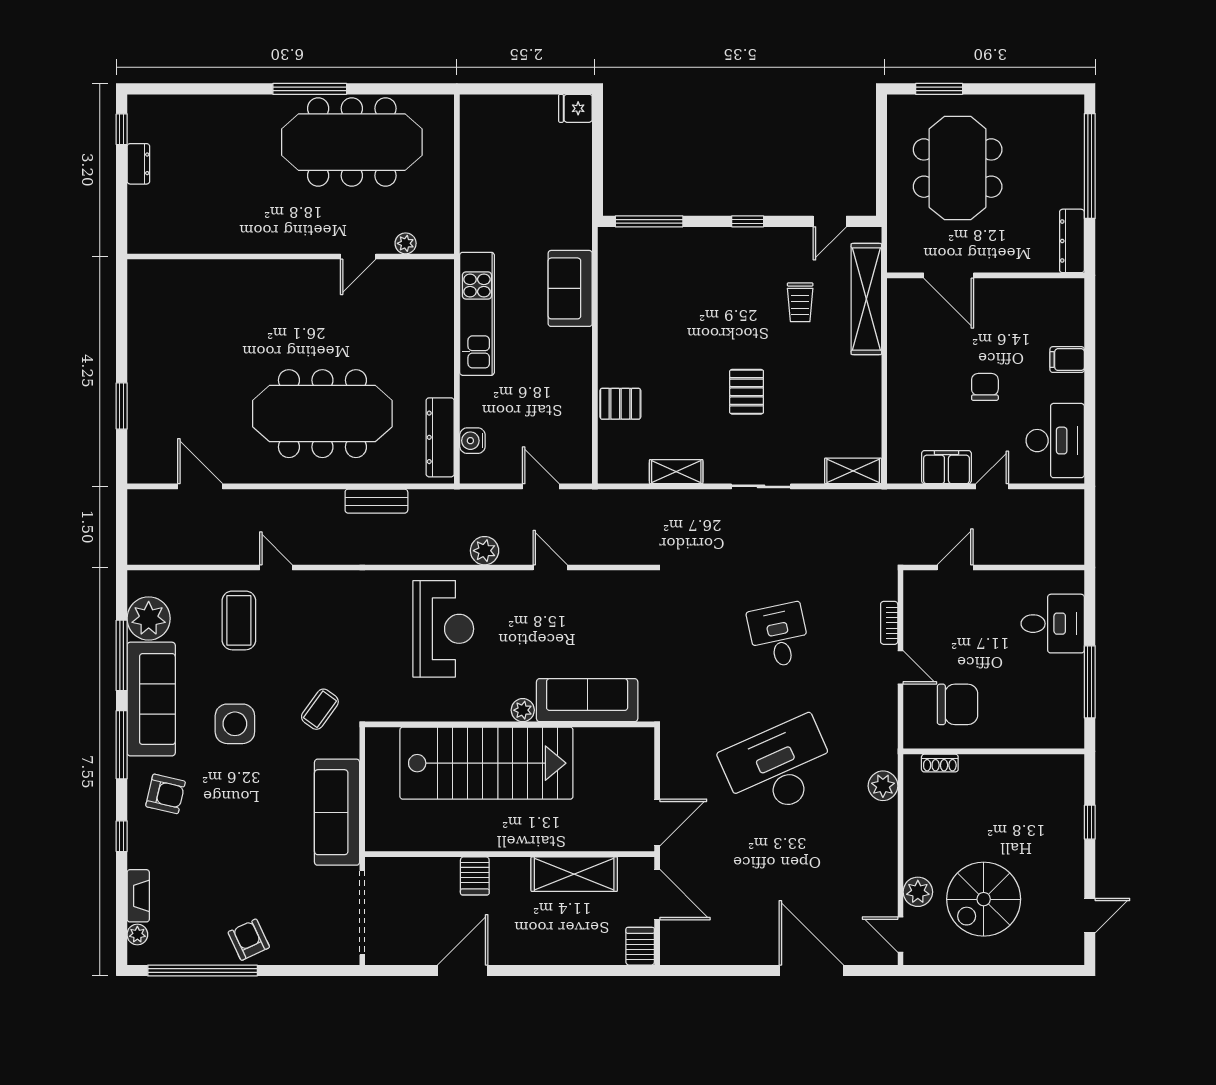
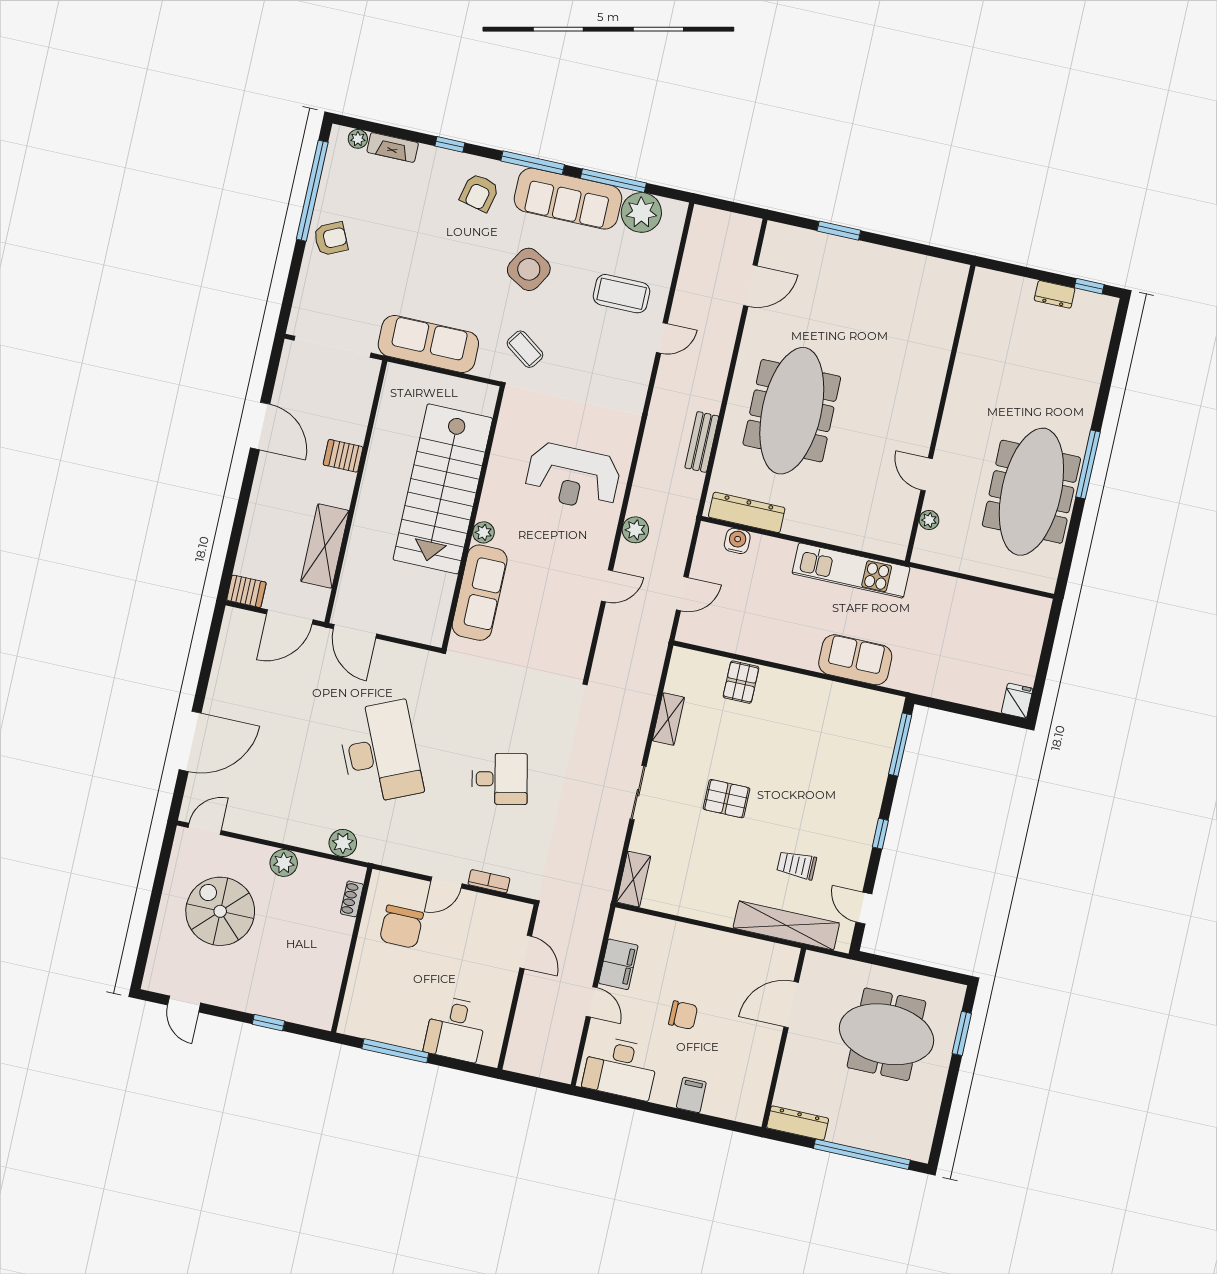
side table: (235, 724) -> (529, 269), turned 30
plant: (918, 892) -> (284, 863), moved

